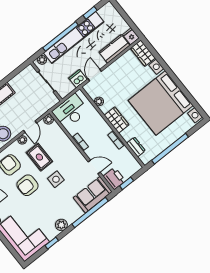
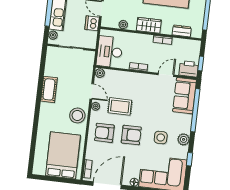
side table: (56, 179) -> (161, 137), moved
armchair: (27, 185) -> (131, 135), turned -90

